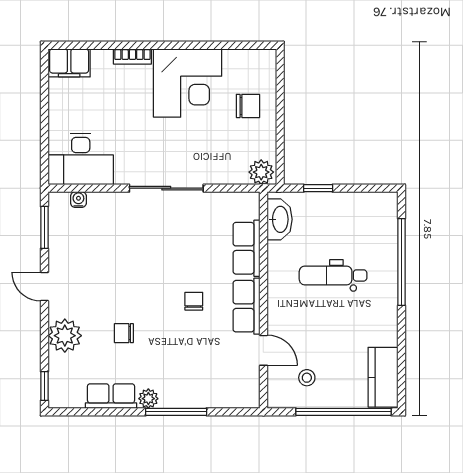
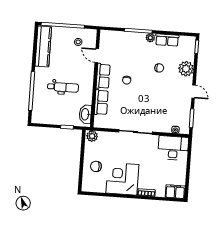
kitchen counter: (383, 377) -> (43, 46), width x1.50

